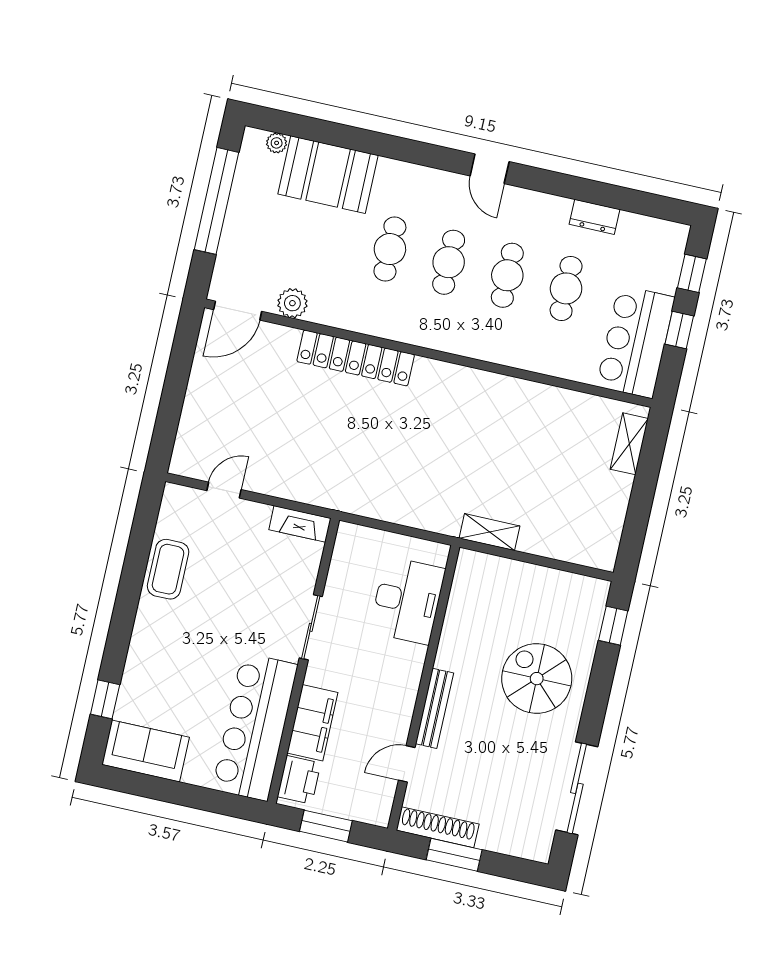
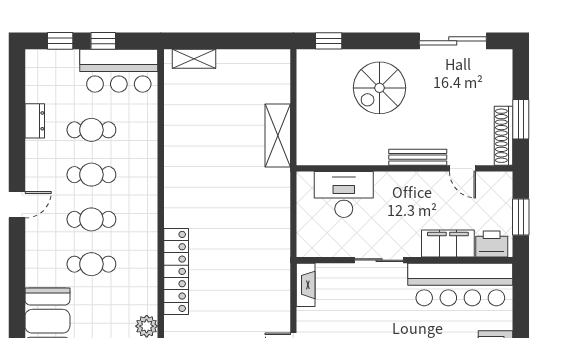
shelving: (489, 532) -> (278, 135), width x1.50, depth x1.33

